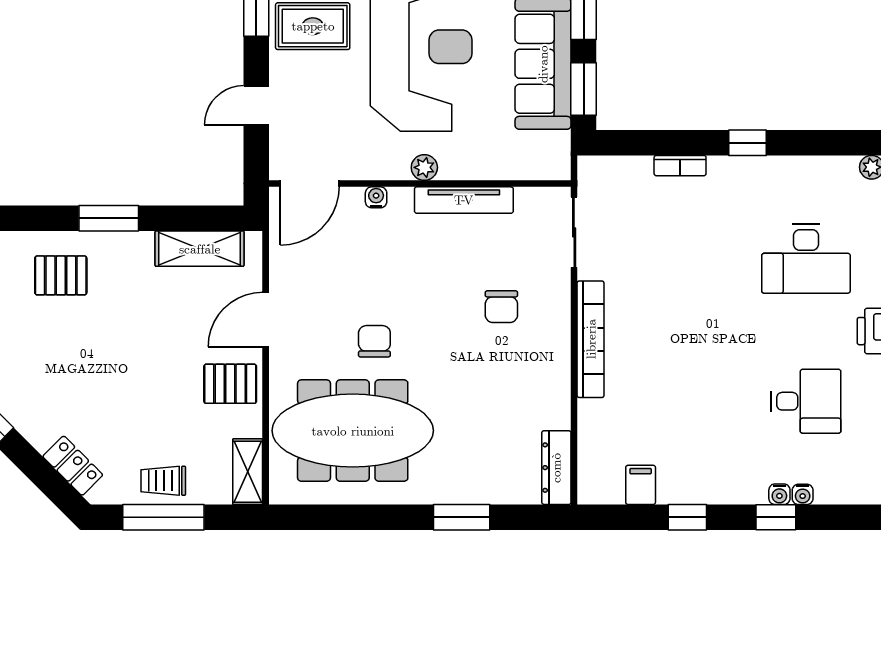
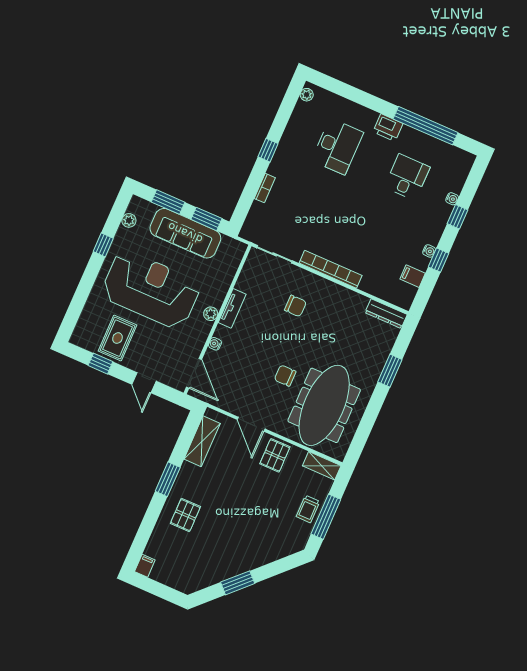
tv unit: (464, 200) -> (232, 308), width x0.71
locker: (73, 466) -> (281, 550), removed
water cooler: (779, 494) -> (429, 251), moved

